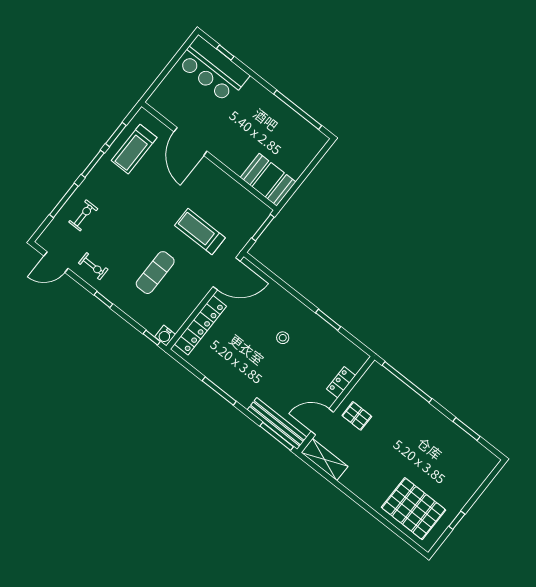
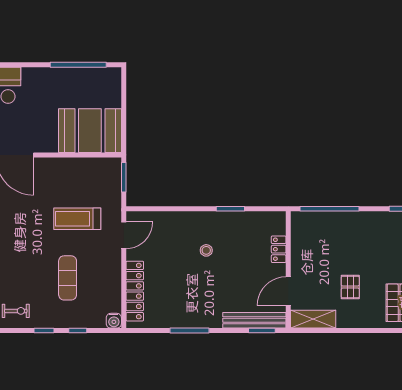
booth: (268, 180) -> (90, 131), width x1.36, depth x1.42
door: (227, 274) -> (124, 235), width x0.73
window: (152, 338) -> (78, 330), moved
pallet: (357, 416) -> (350, 287), moved, turned 90
window: (277, 436) -> (262, 330), width x0.69

